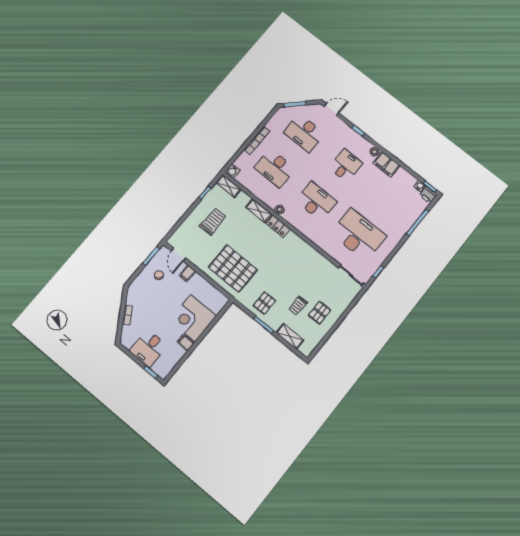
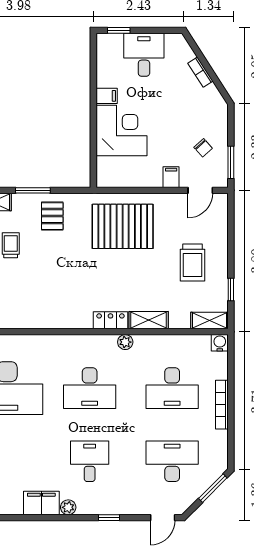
desk: (346, 165) -> (90, 461), turned 180
desk: (275, 168) -> (172, 388), turned 180
door: (178, 255) -> (200, 190), swing flipped

